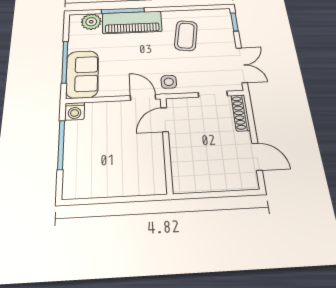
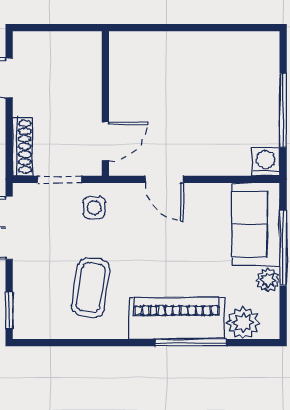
plant: (75, 44) -> (268, 280), added
side table: (169, 82) -> (94, 208), moved
door: (165, 120) -> (105, 141), moved
wall: (166, 144) -> (105, 103), moved

